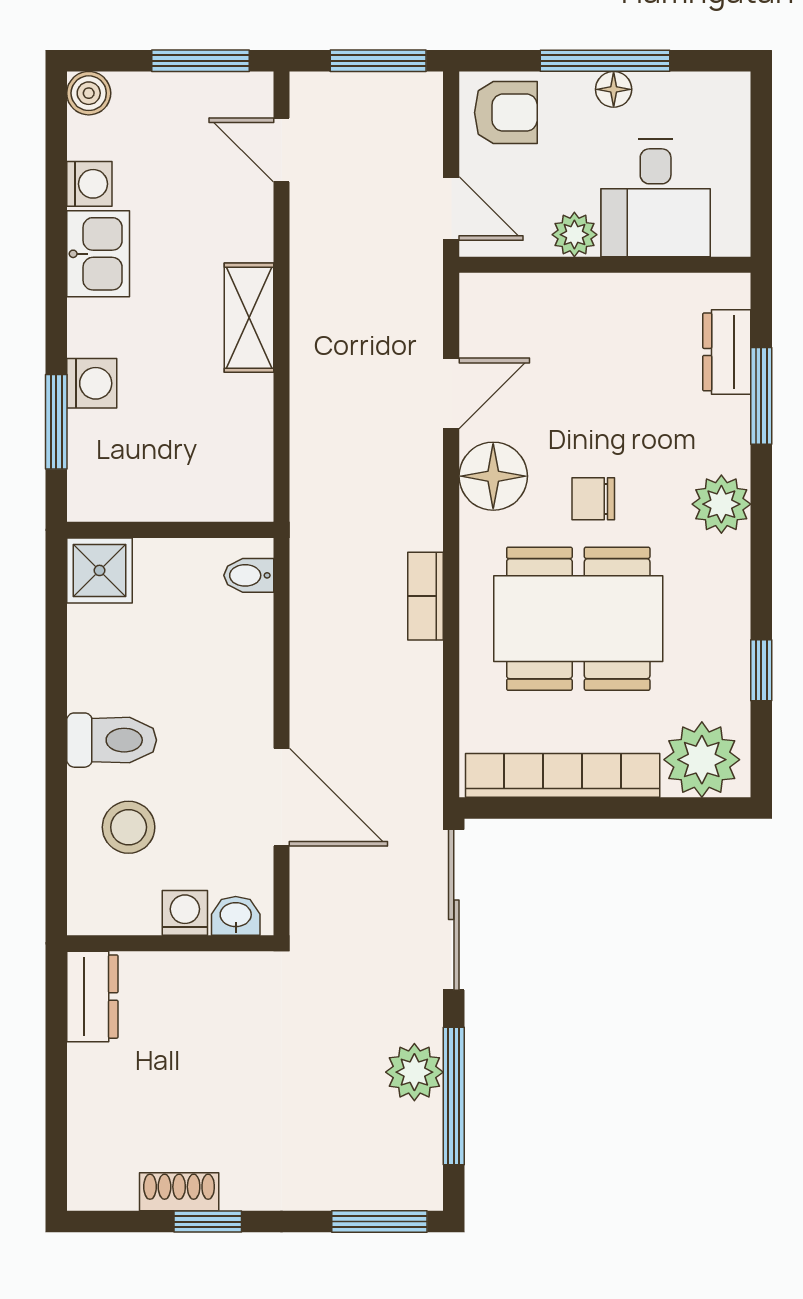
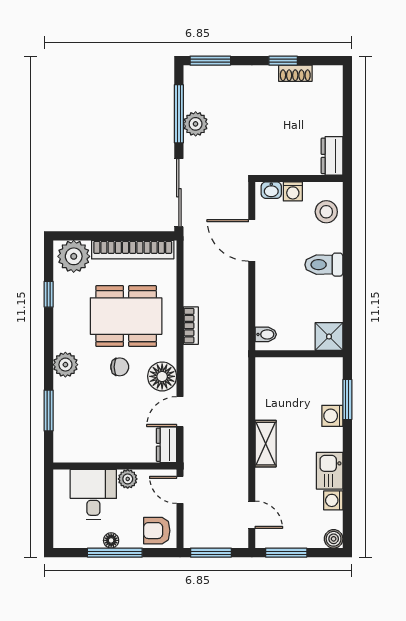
dresser: (727, 352) -> (166, 445), moved, turned 180
stool: (129, 827) -> (326, 212), moved

